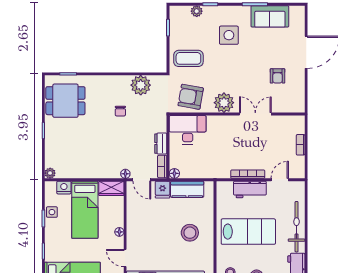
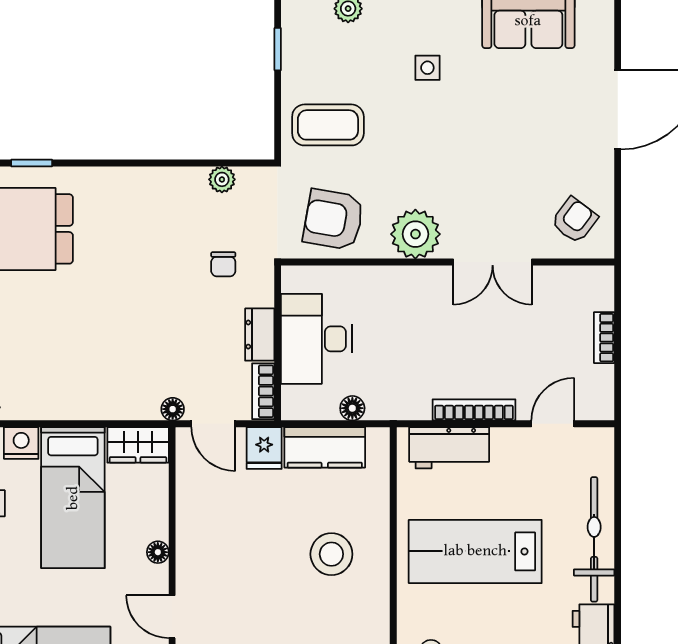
side table: (229, 35) -> (427, 68), width x0.54, depth x0.54
armchair: (277, 76) -> (574, 220), moved, turned -143
plant: (141, 85) -> (222, 179), width x0.53, depth x0.53
chair: (120, 111) -> (223, 264), moved
double door: (255, 114) -> (493, 262), swing flipped
desk: (188, 130) -> (316, 339), moved, turned -90
floor lamp: (174, 173) -> (352, 408), moved
workbench: (250, 189) -> (449, 448), moved
lab bench: (248, 232) -> (475, 551), turned 180

